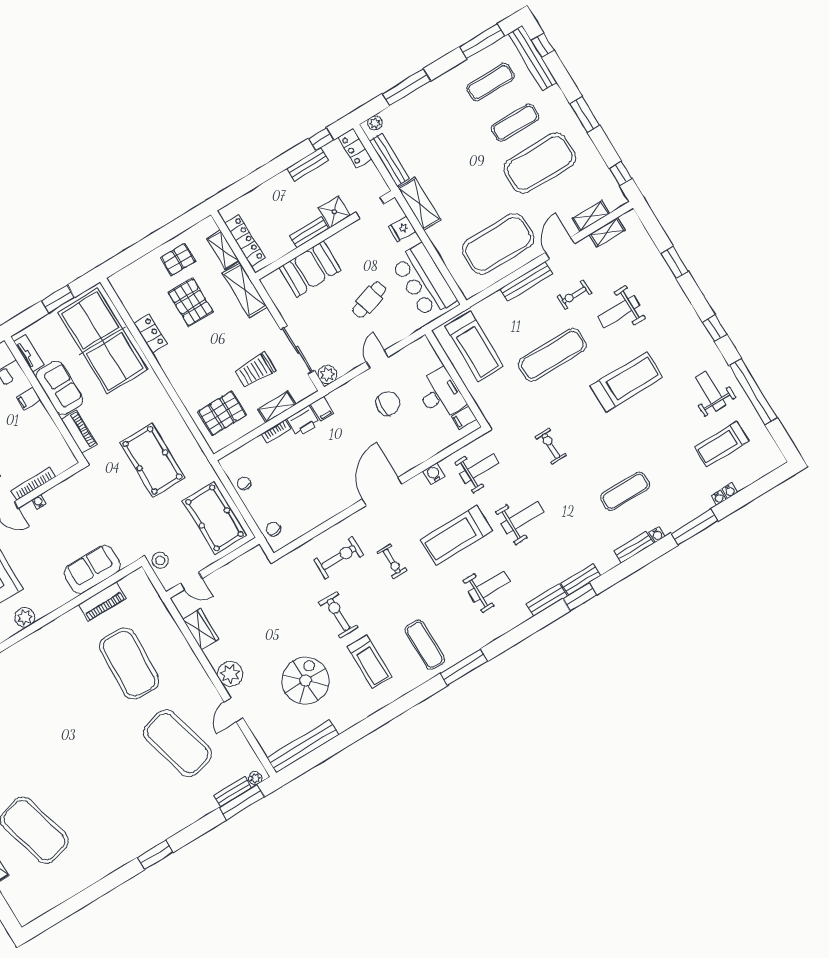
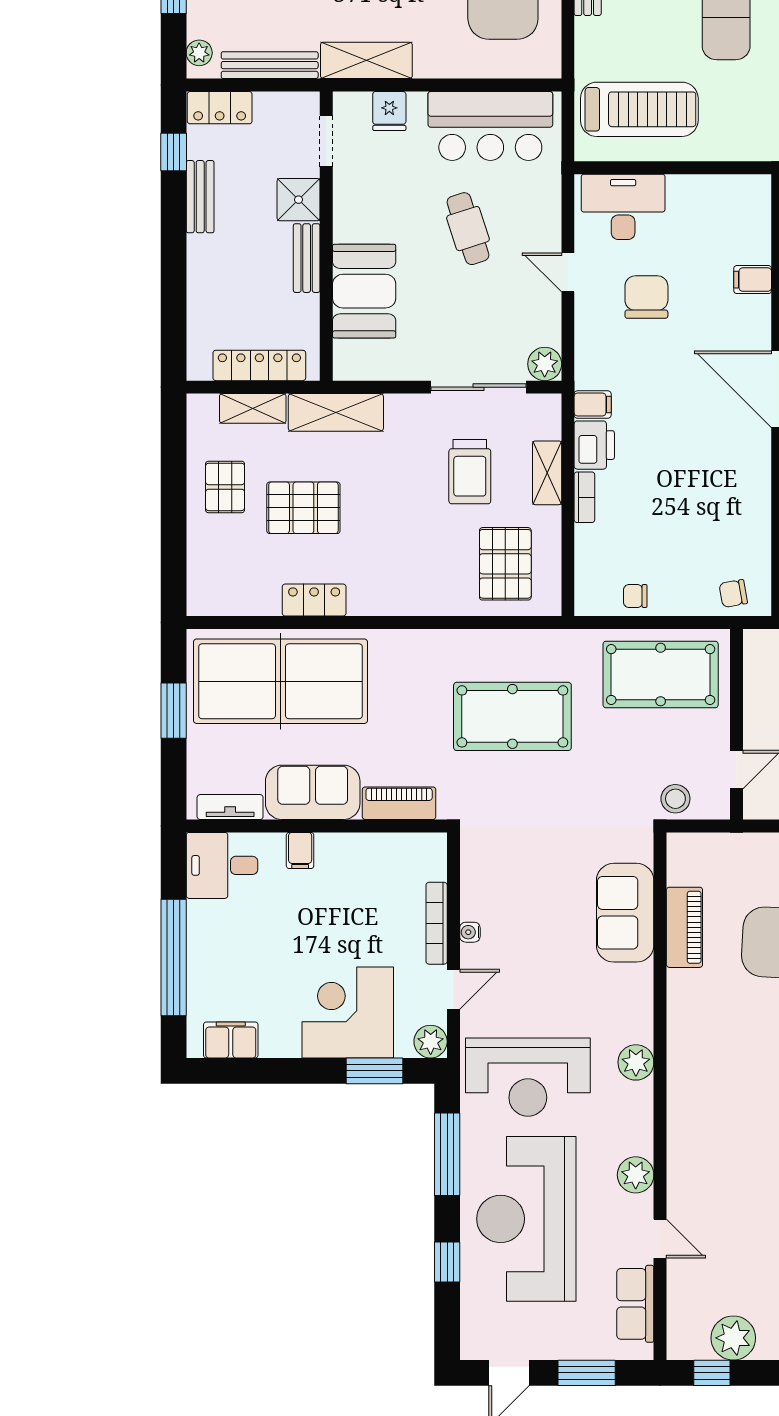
desk: (441, 394) -> (623, 207), moved
filing cabinet: (464, 418) -> (753, 280), moved, turned 90

